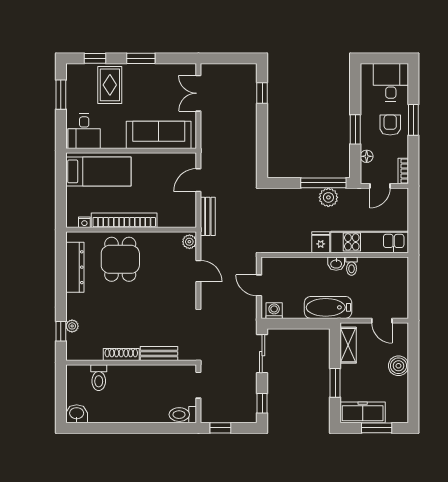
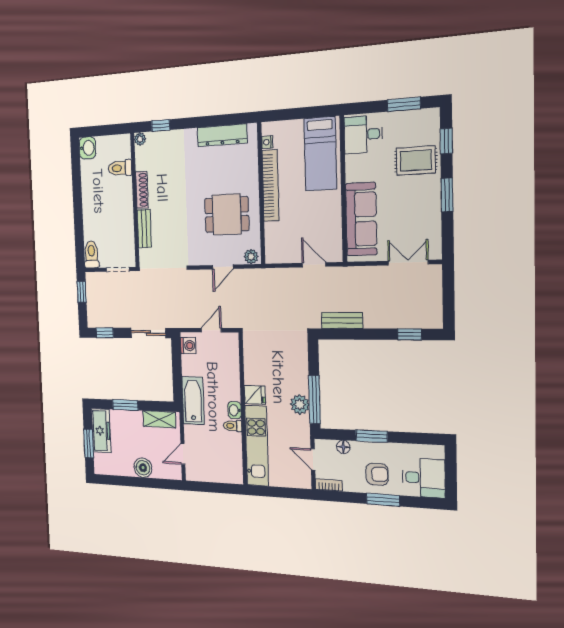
bench: (208, 216) -> (342, 320), moved
dining table: (120, 259) -> (227, 214), moved
plant: (72, 326) -> (140, 139), moved

